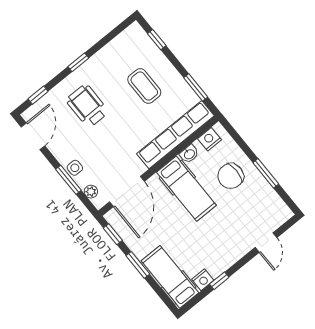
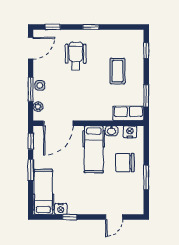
row of seats: (175, 135) -> (128, 113), width x0.50

